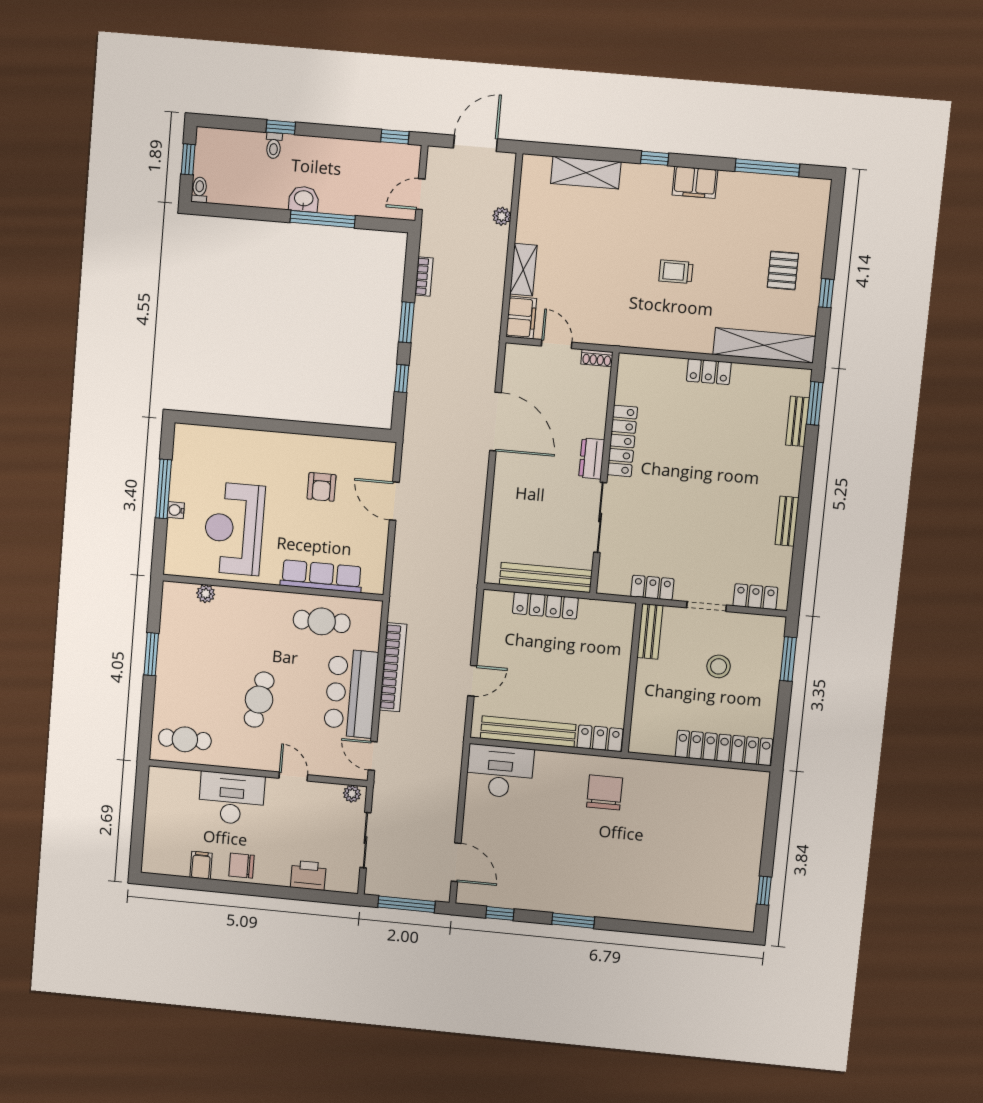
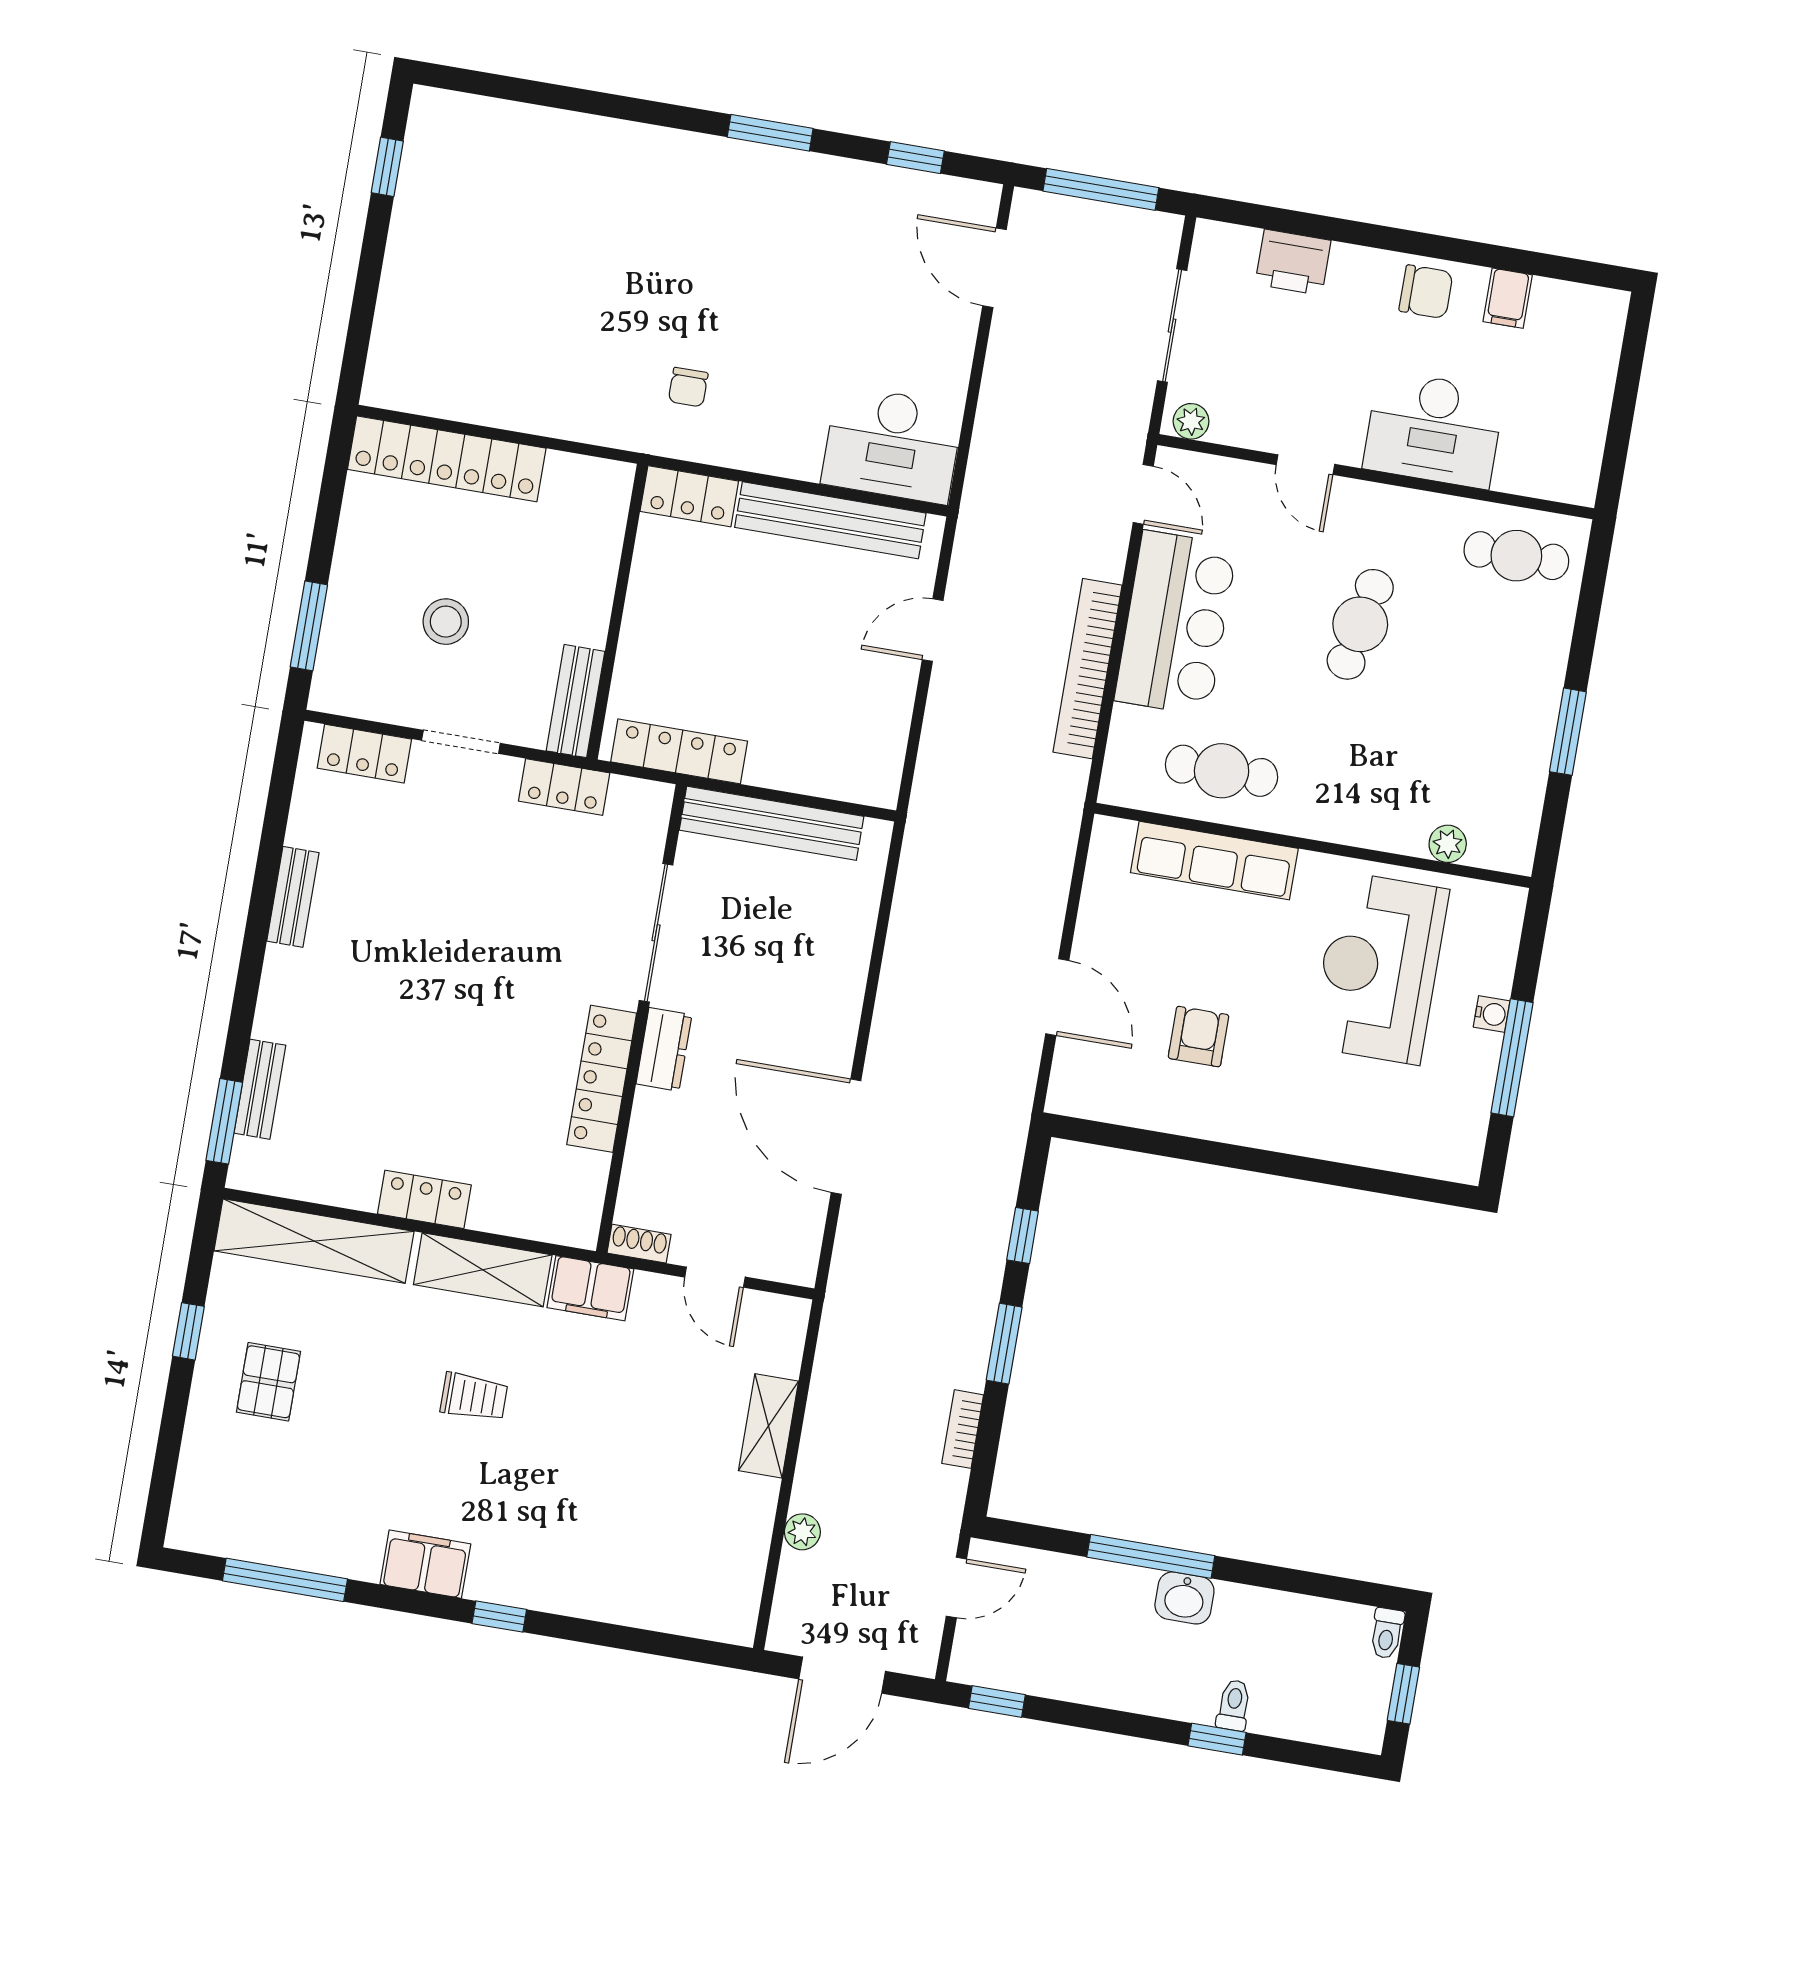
shelving: (586, 173) -> (483, 1270), moved
filing cabinet: (521, 318) -> (590, 1288), moved, turned -90
reception desk: (234, 529) -> (1380, 968), turned 180
locker: (545, 606) -> (679, 751), moved
chair: (605, 792) -> (688, 387), width x0.54, depth x0.54

